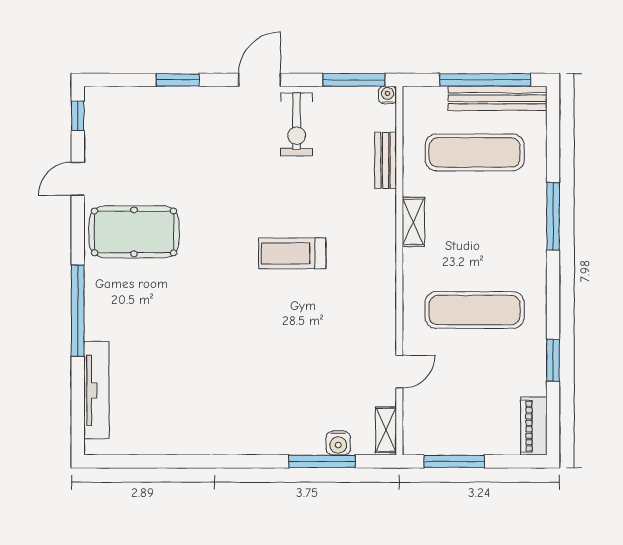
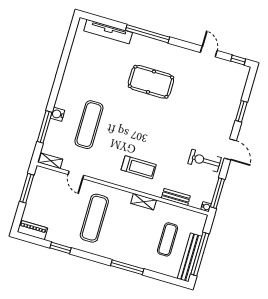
exercise mat: (475, 152) -> (168, 239), width x0.73, depth x0.69
pool table: (134, 232) -> (151, 82), moved, turned 90
treadmill: (292, 253) -> (139, 167), moved, turned 90
exercise mat: (292, 375) -> (89, 125), added
water cooler: (338, 443) -> (58, 114), moved

